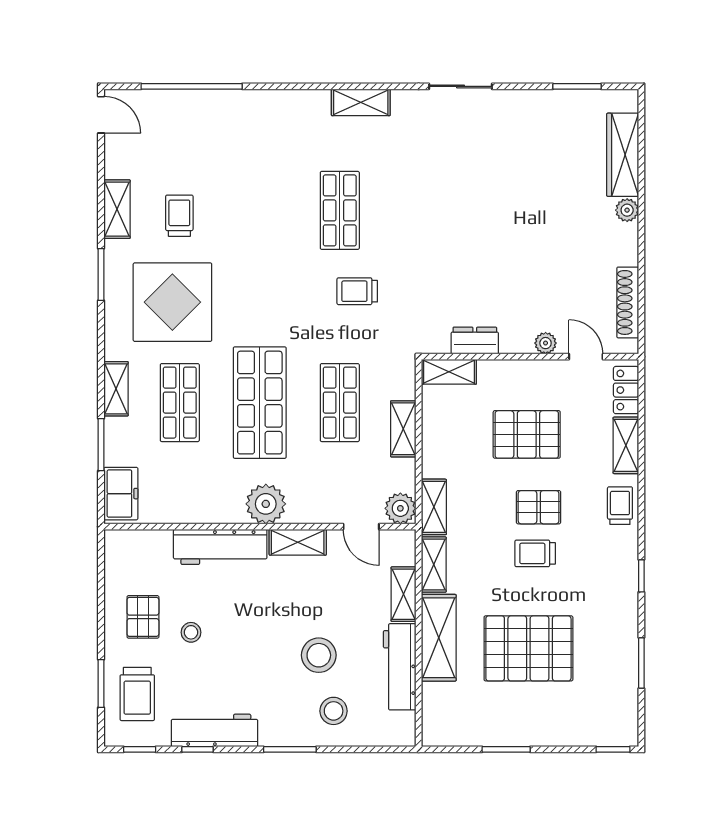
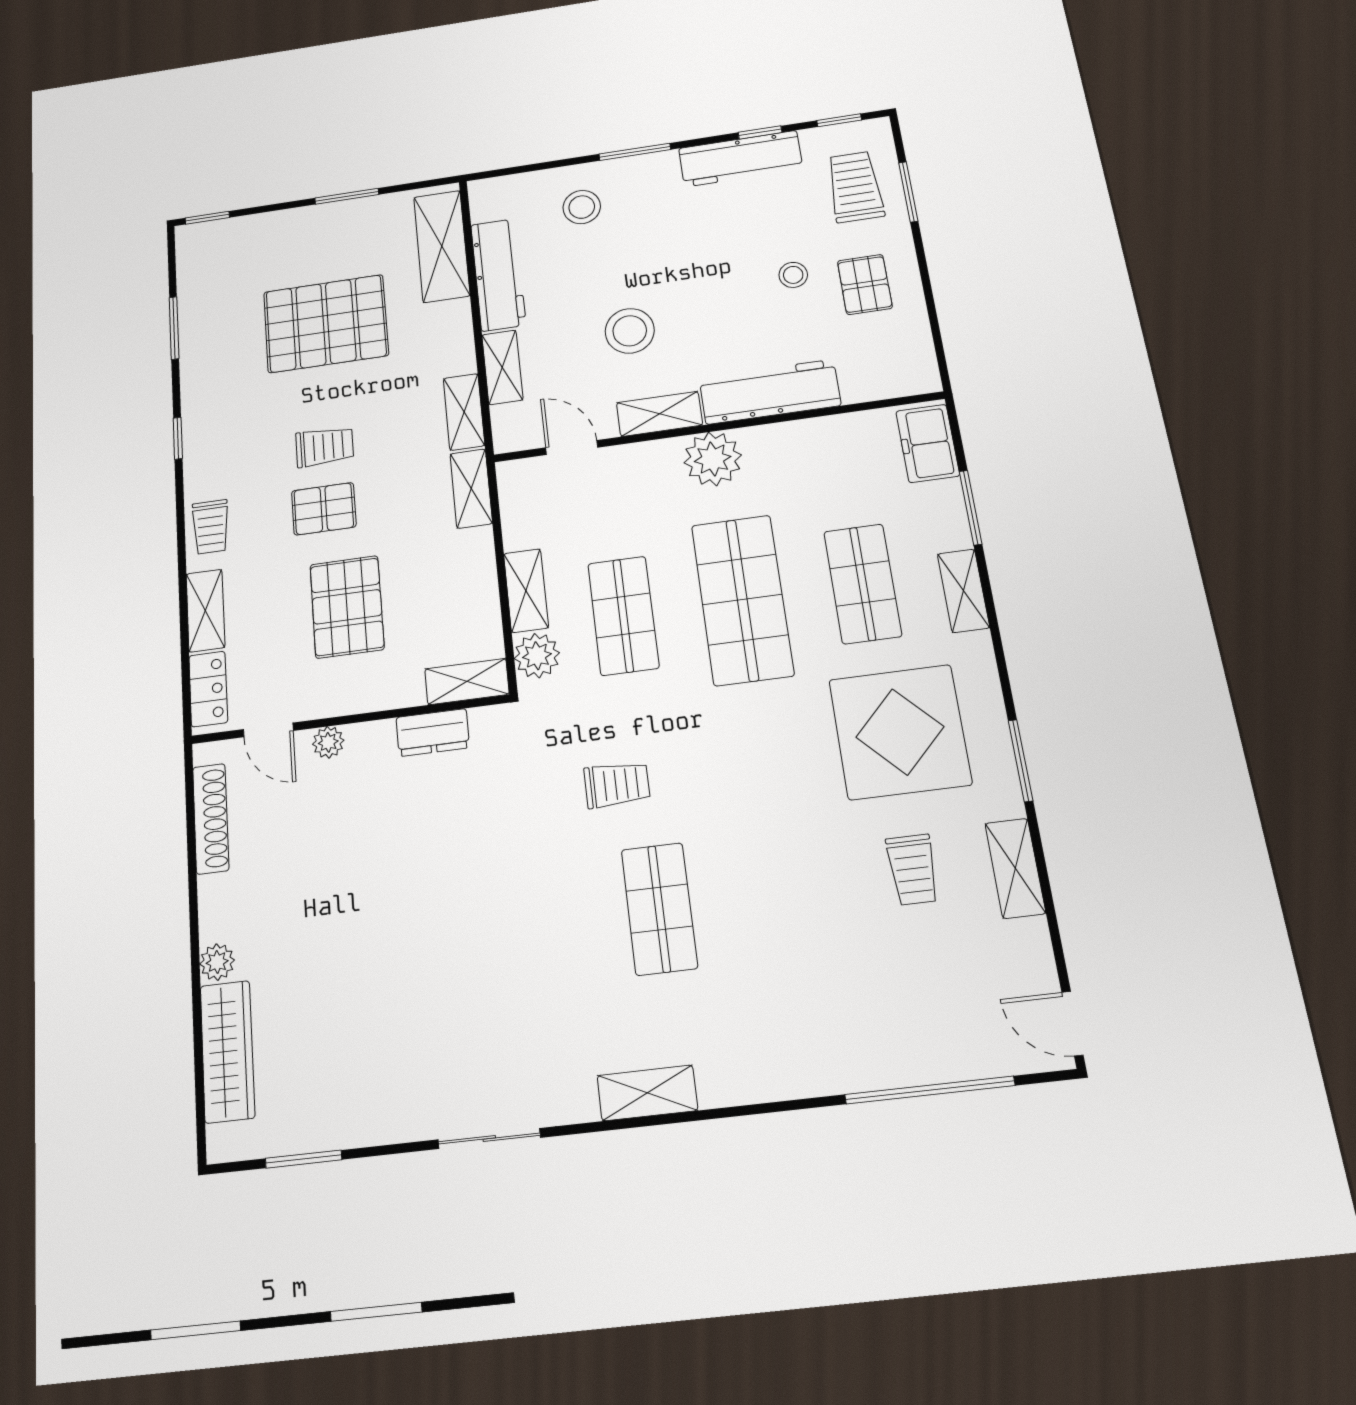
pallet: (527, 434) -> (347, 607), turned 90
plant: (400, 508) -> (537, 656), moved
shelving: (439, 638) -> (442, 246), moved
stool: (319, 655) -> (630, 331), moved

